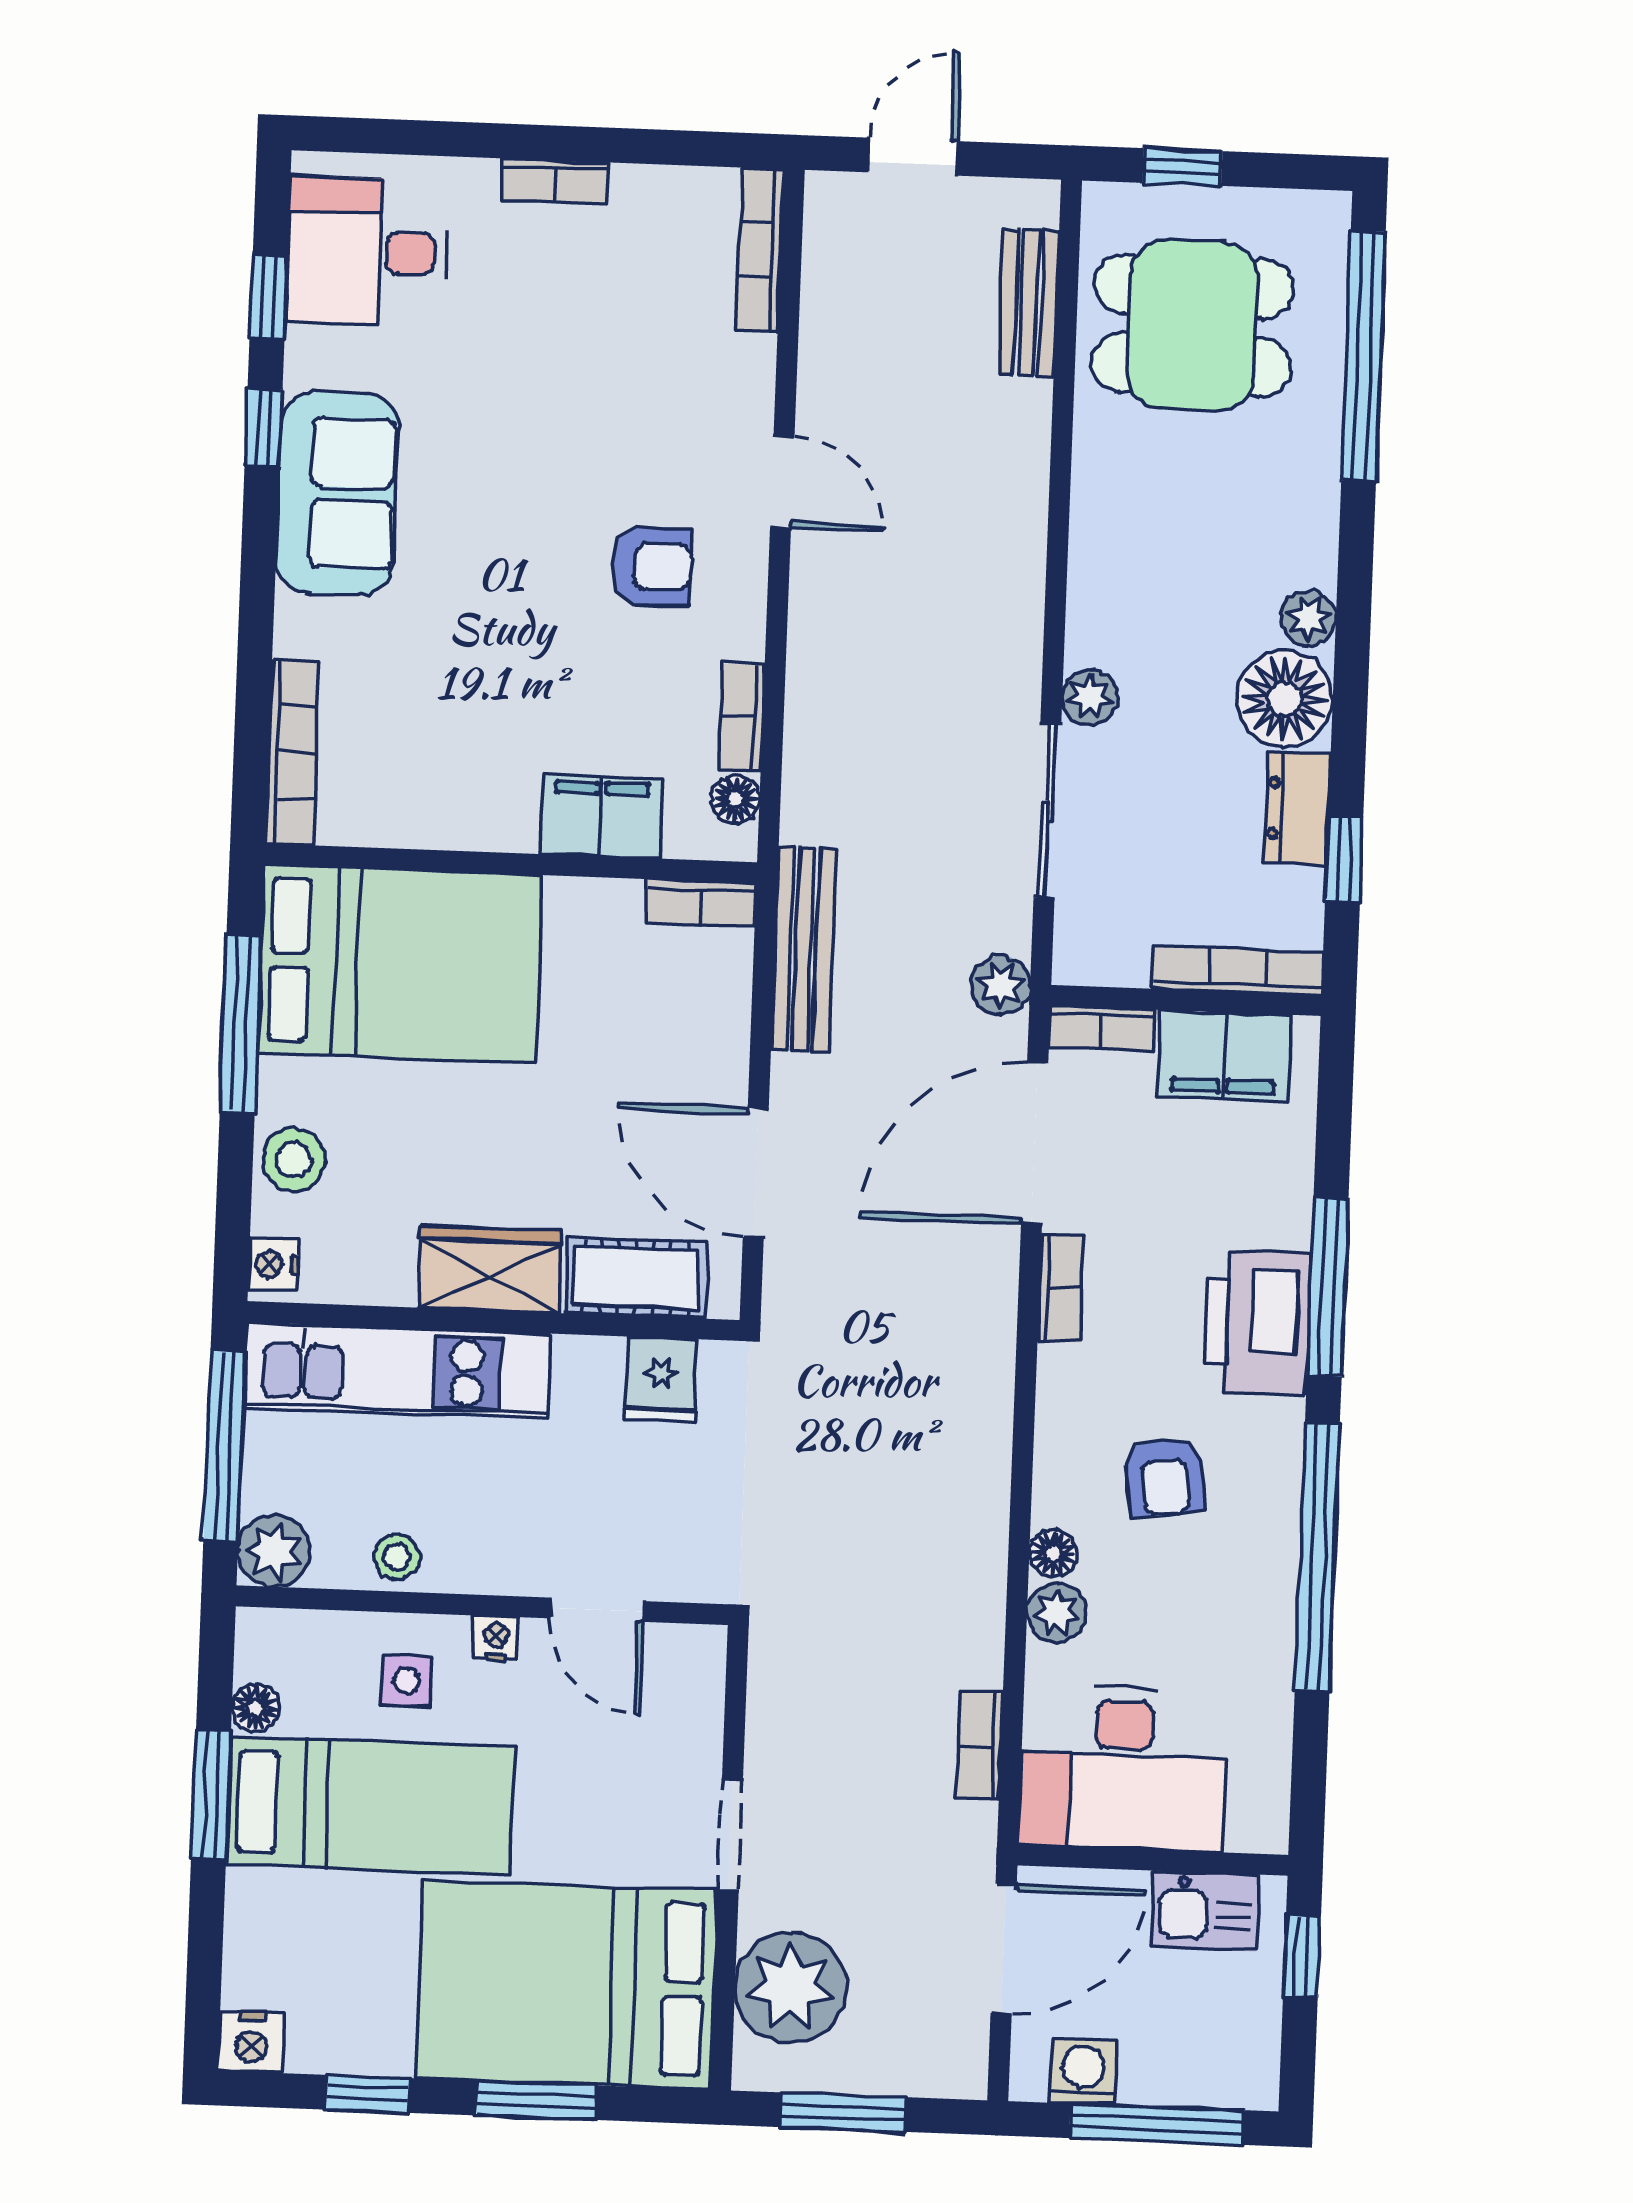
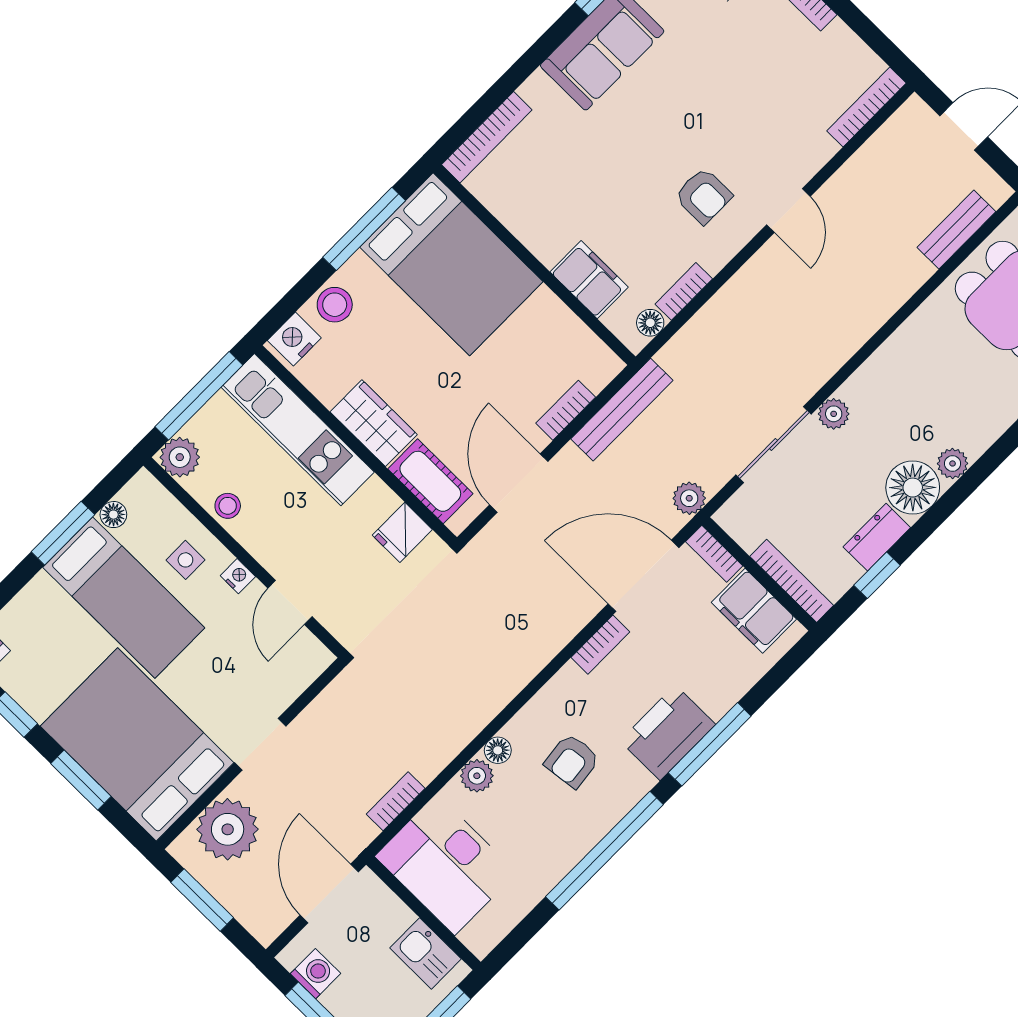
bookcase: (701, 903) -> (566, 410), moved, turned 90
nightstand: (273, 1264) -> (294, 339), width x1.39, depth x1.35
door: (1004, 1949) -> (329, 893), swing flipped

